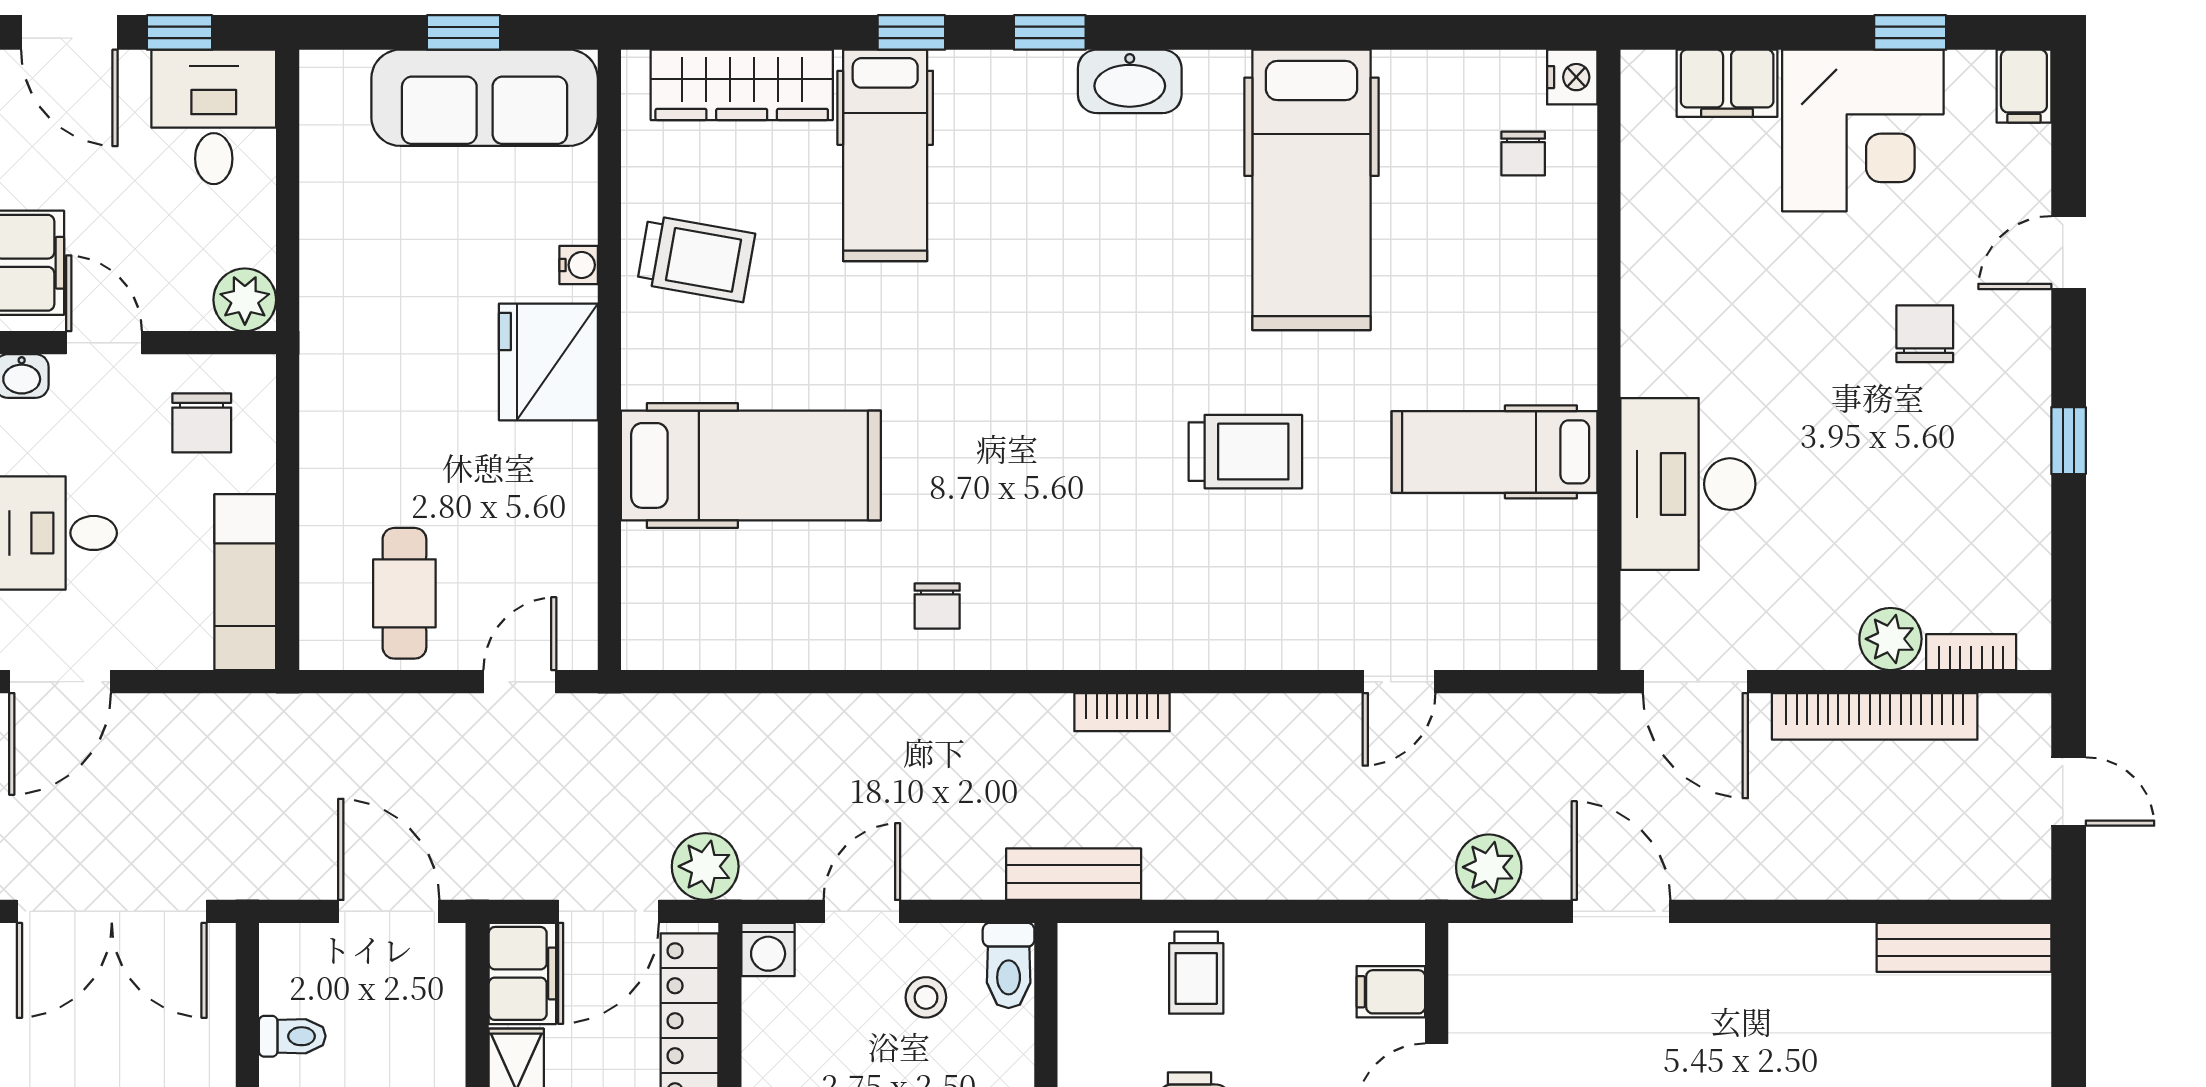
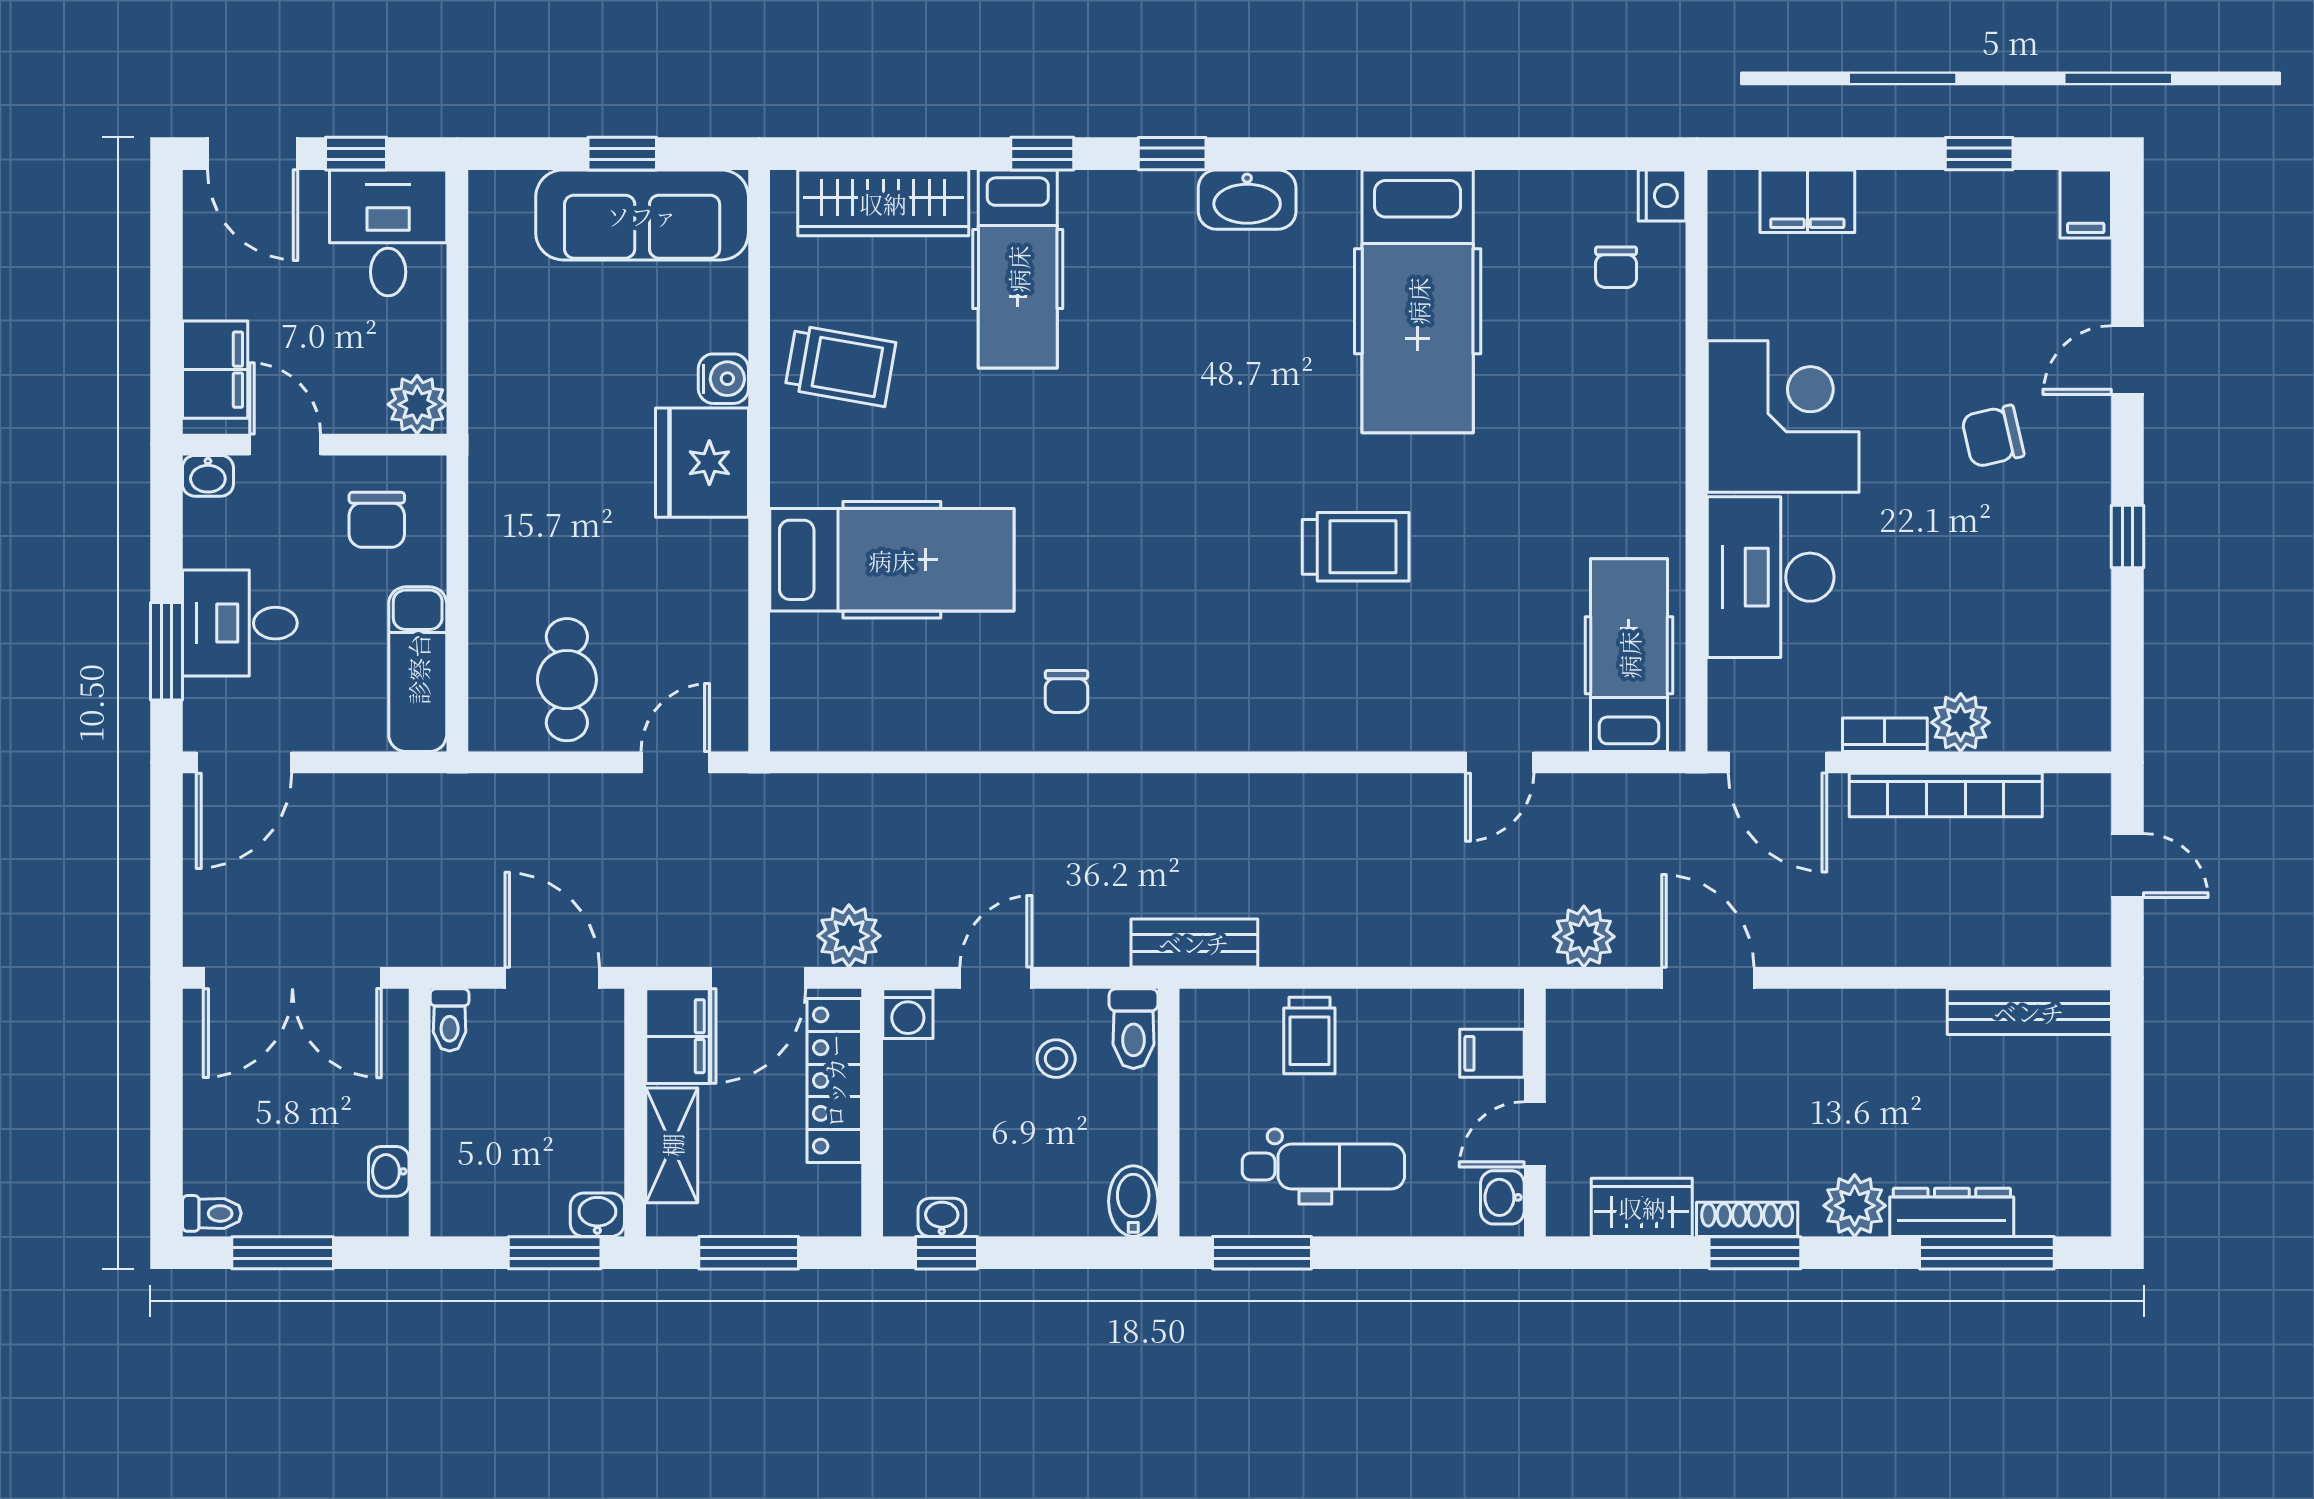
corner desk: (1863, 130) -> (1783, 417), moved, turned -90
water cooler: (579, 265) -> (723, 379), width x1.38, depth x1.38
chair: (1925, 334) -> (1993, 436), turned -103
hospital bed: (1495, 452) -> (1629, 655), moved, turned 90
bookcase: (1971, 652) -> (1885, 735), moved
bookcase: (1122, 712) -> (1240, 791), removed
toilet: (292, 1036) -> (450, 1020), moved, turned 90

